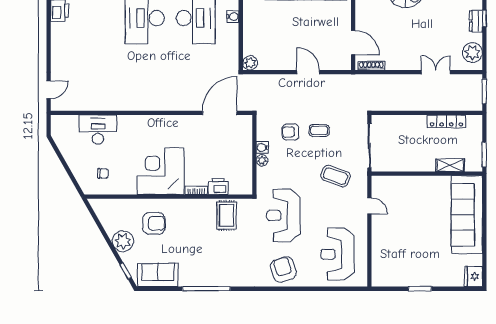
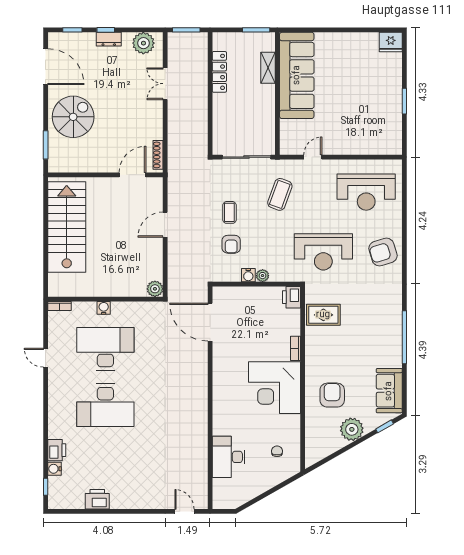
printer: (218, 187) -> (291, 297), moved
sofa: (467, 215) -> (297, 75), moved, turned -90

